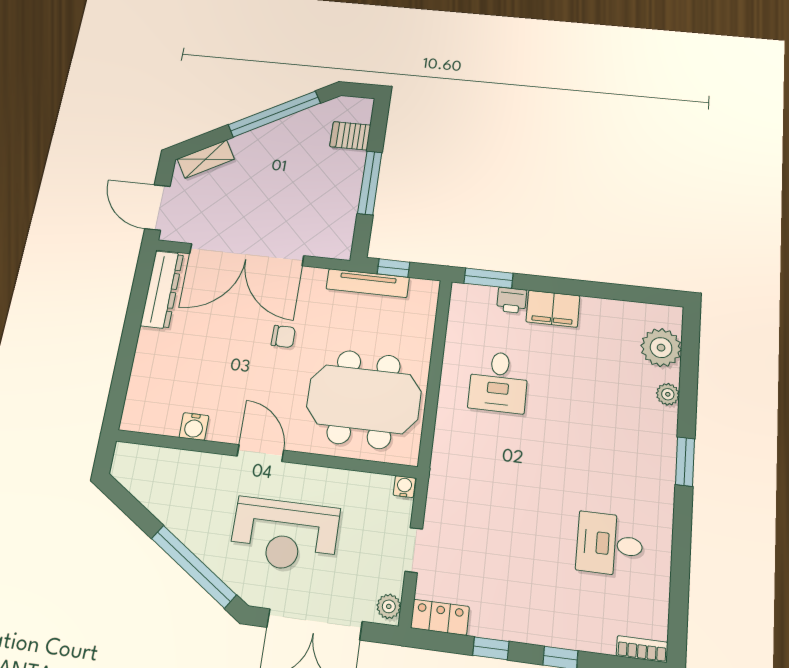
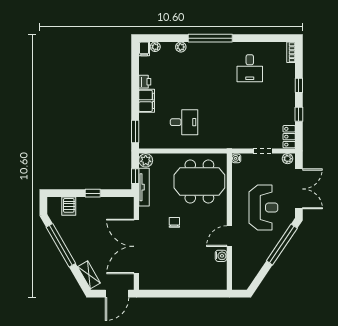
window: (370, 183) -> (93, 193), width x0.46
double door: (246, 255) -> (136, 246), swing flipped
dresser: (162, 290) -> (158, 283), removed
plant: (424, 293) -> (146, 160), added
printer: (512, 300) -> (145, 82), moved
filing cabinet: (668, 316) -> (144, 49), added
plant: (661, 348) -> (155, 47), width x0.53, depth x0.53
meeting table: (364, 399) -> (199, 181), turned 90
door: (260, 453) -> (229, 236), moved
window: (685, 462) -> (210, 38), width x2.11

